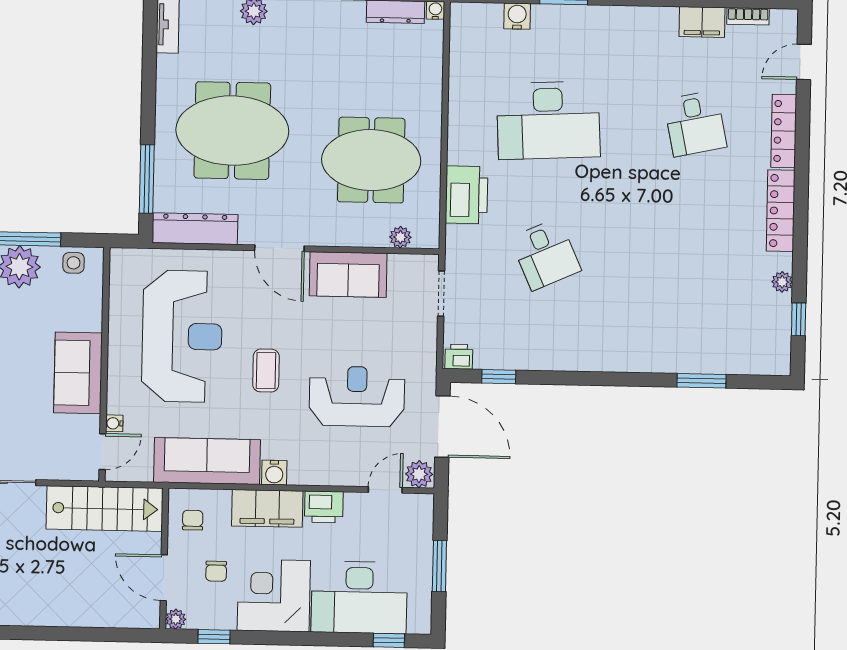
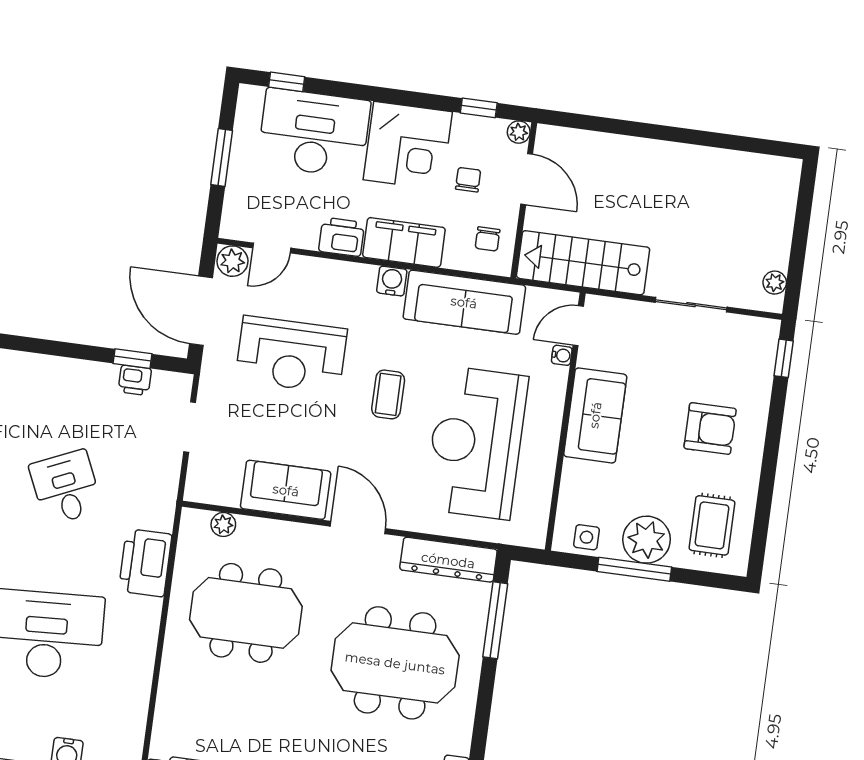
doorway: (441, 294) -> (190, 427), moved
printer: (459, 357) -> (135, 380), moved

